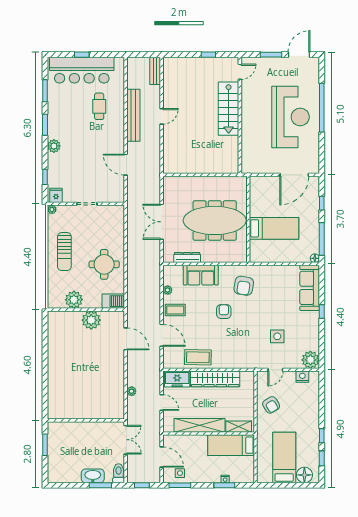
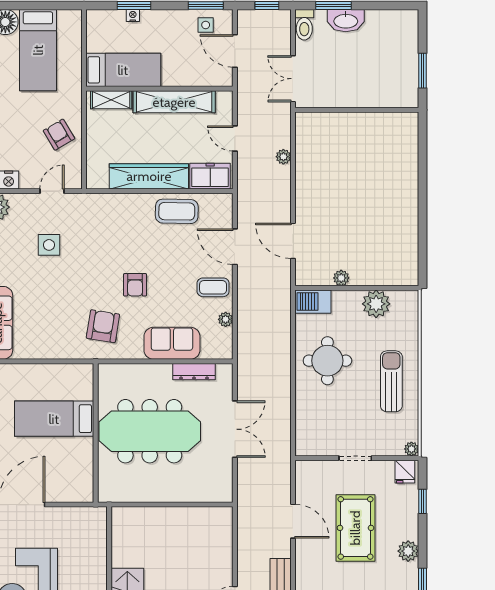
pool table: (87, 160) -> (355, 528), added
plant: (91, 320) -> (341, 278), width x0.53, depth x0.53

